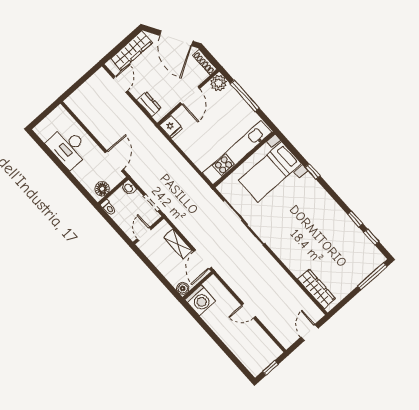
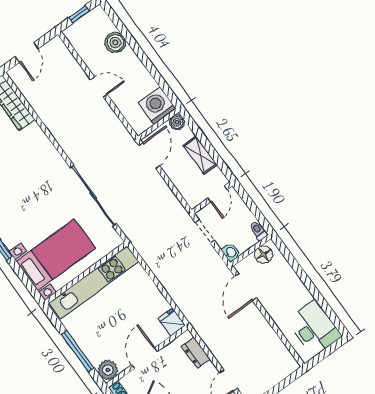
desk: (68, 147) -> (314, 328), moved
shelving: (178, 244) -> (200, 155), moved
boiler: (239, 348) -> (115, 43), added

